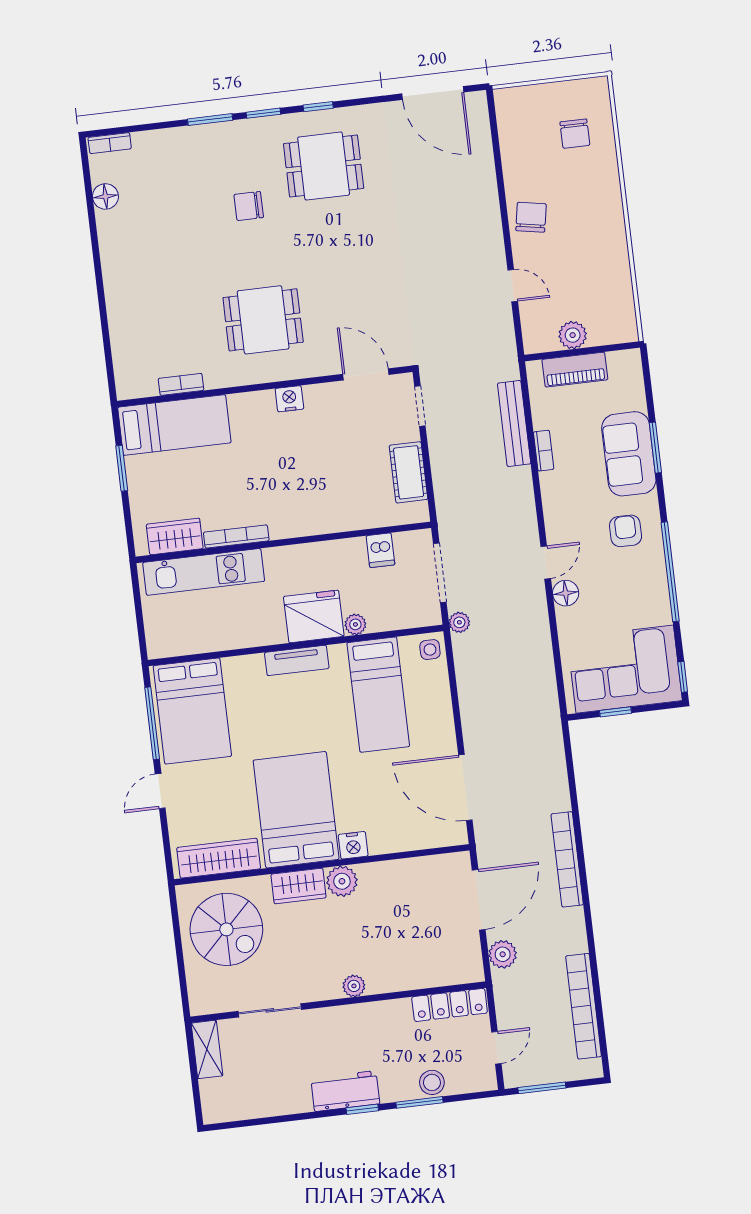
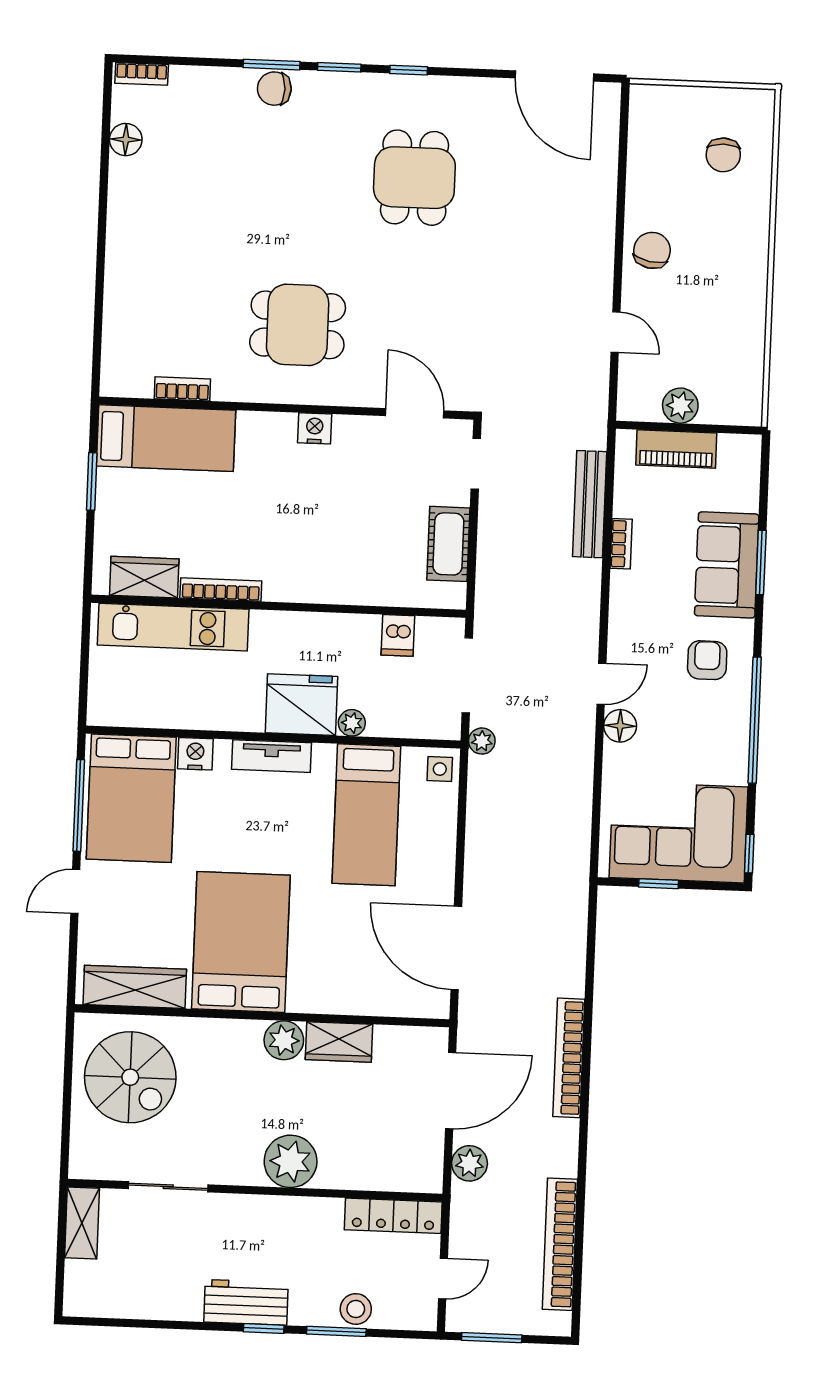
dining table: (324, 166) -> (414, 178), moved, turned 90
chair: (249, 206) -> (274, 89), moved
nightstand: (353, 845) -> (195, 754), moved, turned 180
wardrobe: (299, 886) -> (339, 1042), moved
plant: (354, 986) -> (291, 1161), width x1.88, depth x1.88

